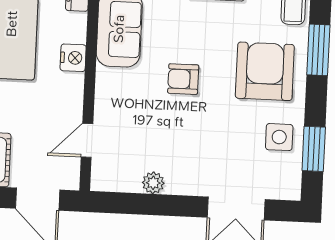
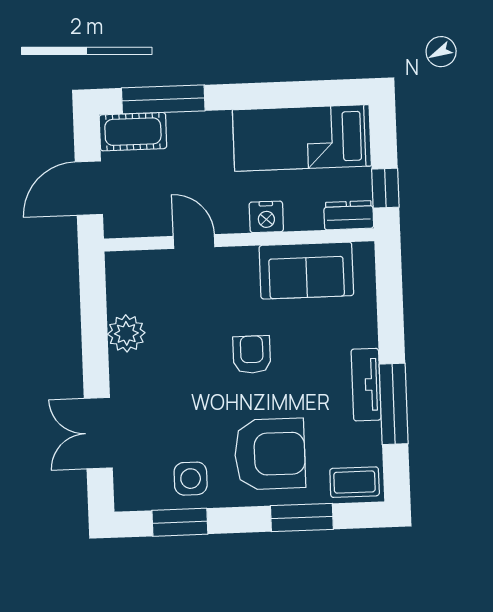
door: (87, 140) -> (194, 242), moved
plant: (153, 183) -> (126, 333), width x1.38, depth x1.38

